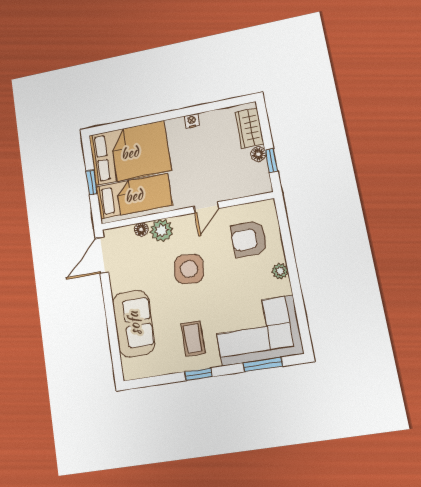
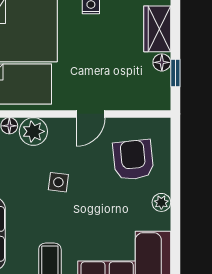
armchair: (249, 239) -> (133, 160), turned 84
side table: (189, 269) -> (58, 182), width x0.54, depth x0.54

